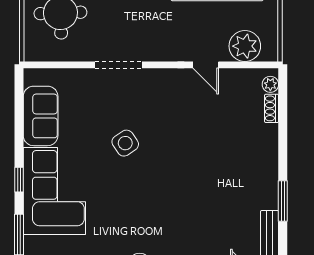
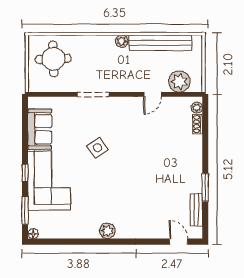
door: (206, 65) -> (153, 94), hinge flipped

